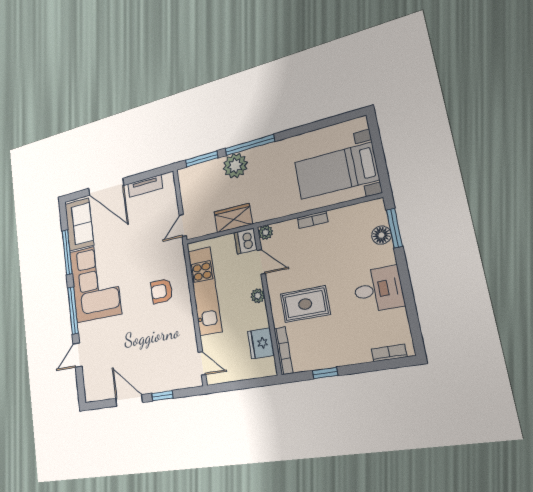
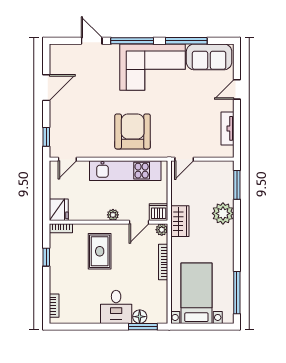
window: (250, 145) -> (237, 293), moved
door: (106, 187) -> (237, 89), width x0.53
wardrobe: (233, 218) -> (180, 221), moved
bookcase: (313, 220) -> (163, 262), width x1.56
door: (183, 225) -> (184, 159), swing flipped
desk: (378, 289) -> (116, 307), moved
armchair: (162, 291) -> (133, 131), width x1.88, depth x1.88
fridge: (261, 343) -> (59, 210), moved, turned 90
bookcase: (283, 351) -> (61, 228), width x0.64
window: (162, 396) -> (46, 137), moved

